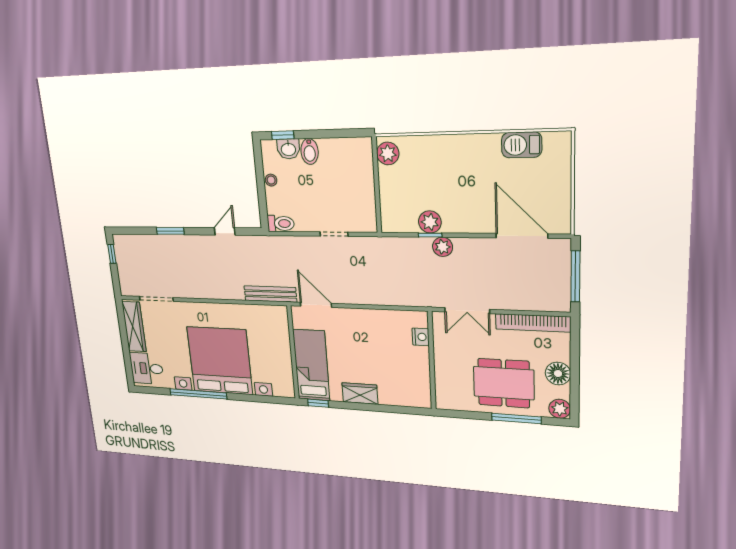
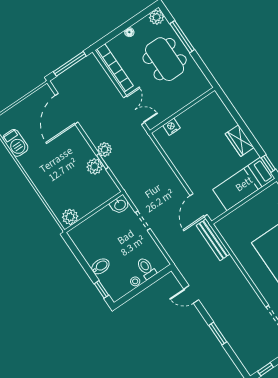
washbasin: (288, 149) -> (120, 205), moved, turned 90
toilet: (281, 224) -> (146, 268), moved
floor lamp: (558, 374) -> (129, 32), width x0.53, depth x0.53

